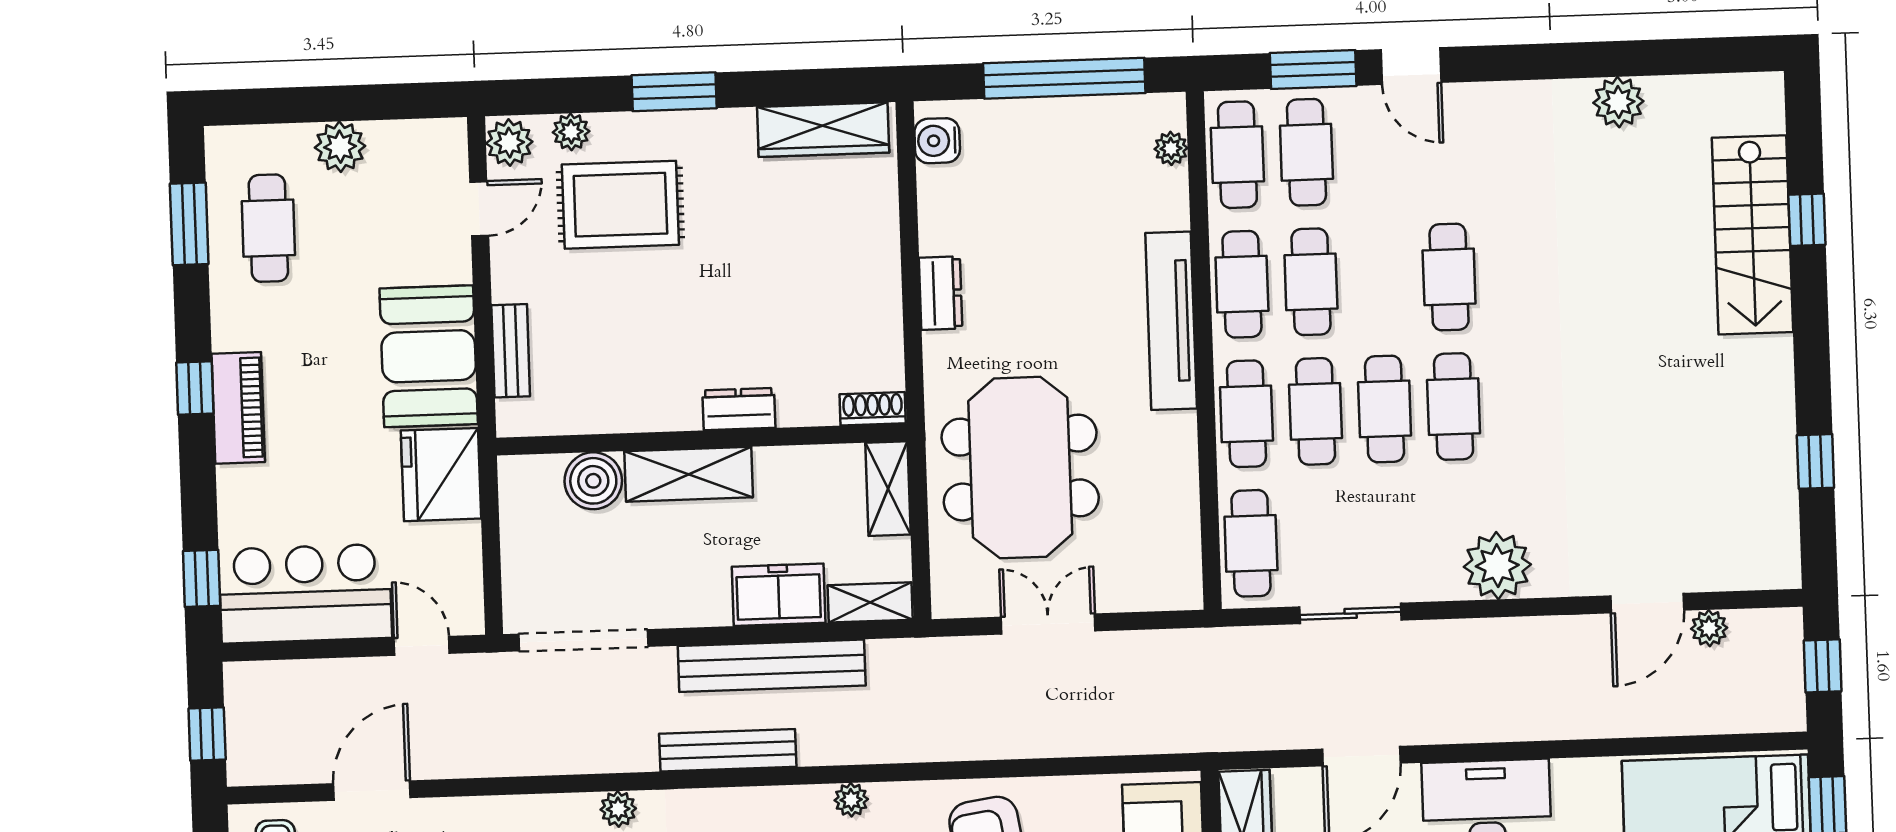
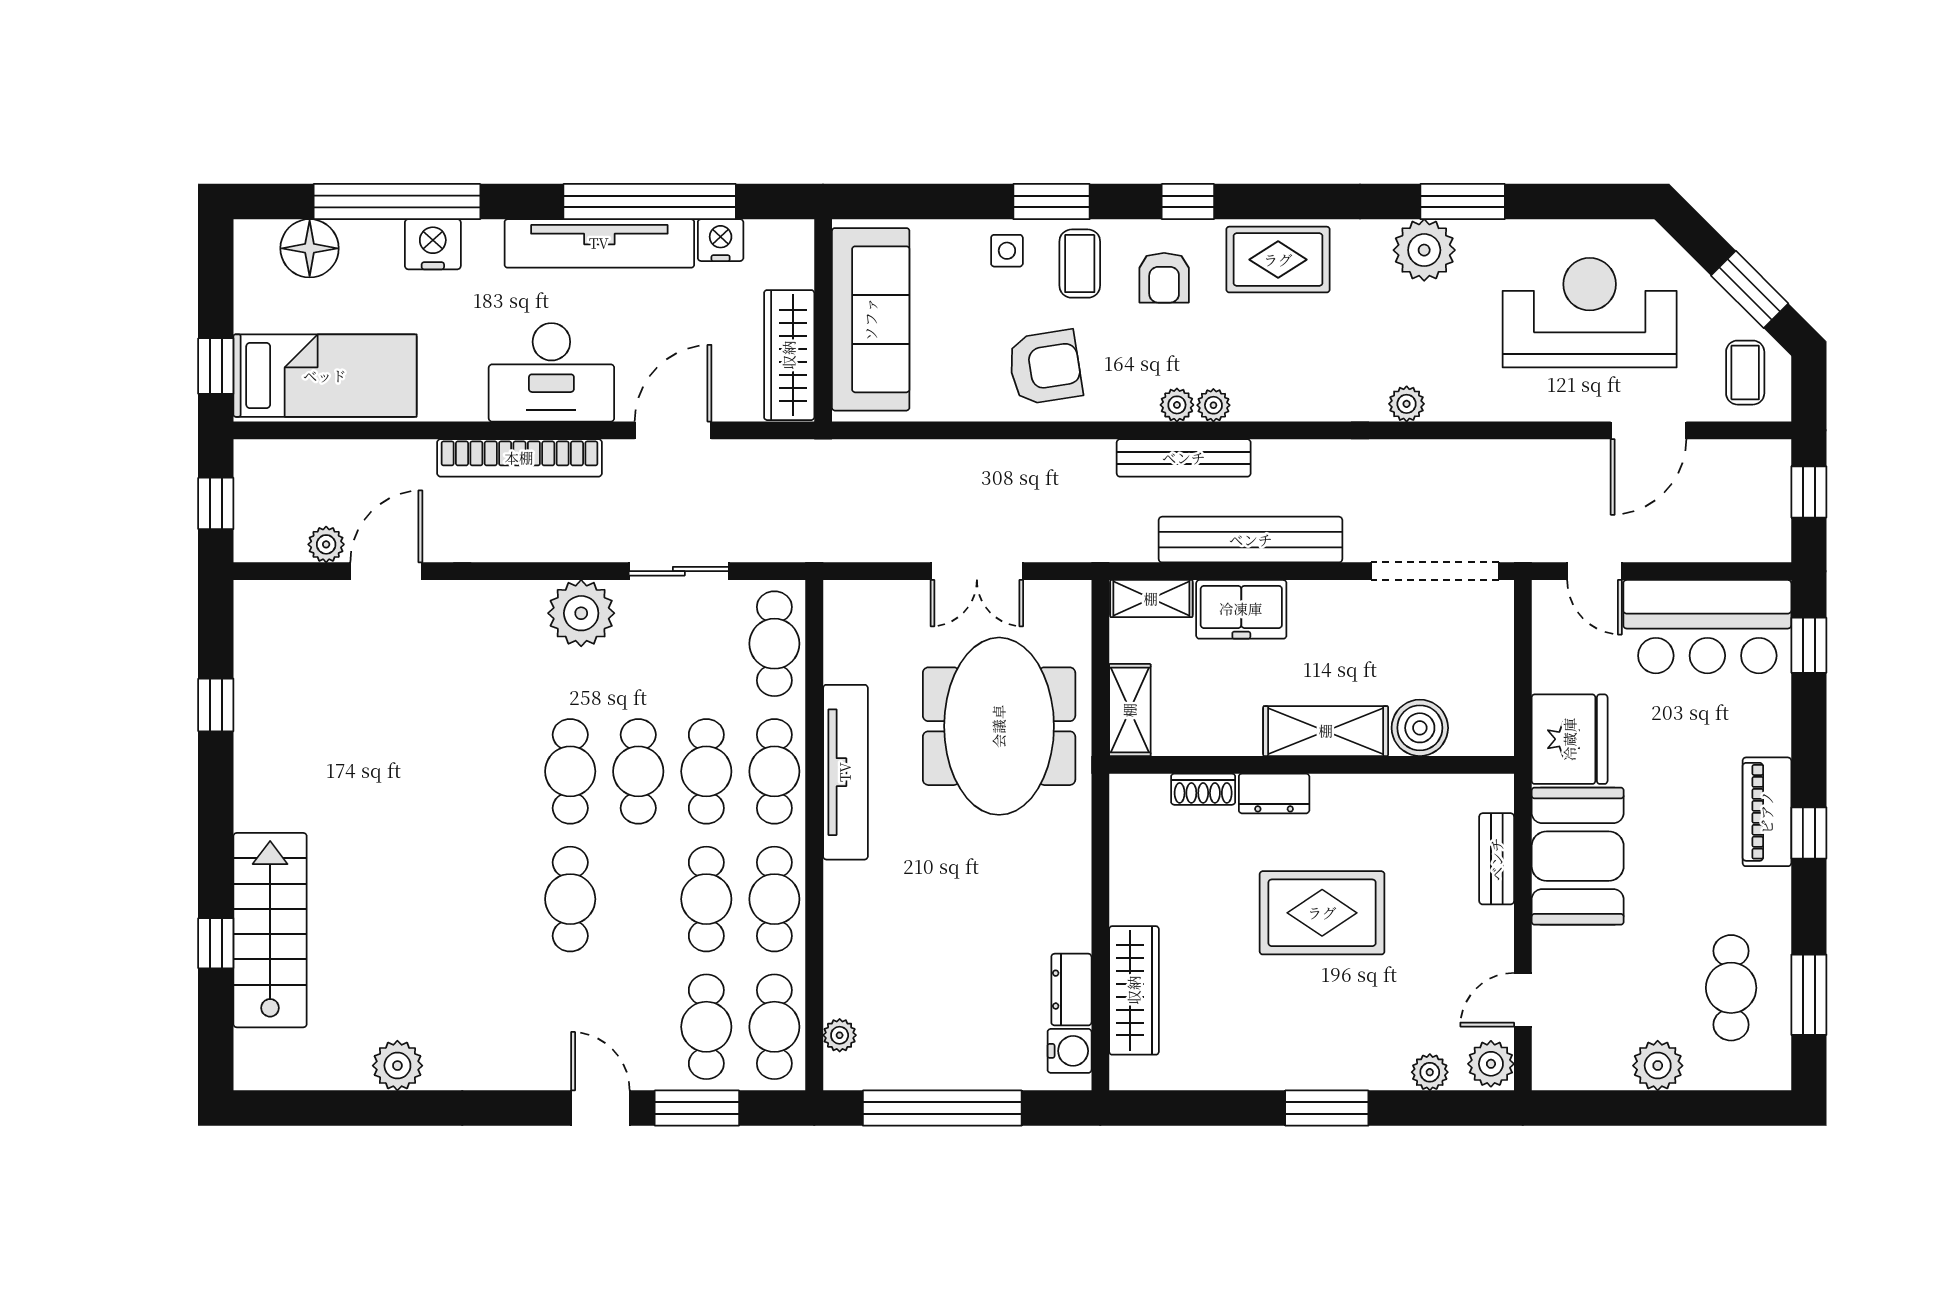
wardrobe: (823, 130) -> (1134, 990), moved, turned 90
rug: (620, 205) -> (1322, 913), moved
dresser: (941, 293) -> (1071, 990), moved
tv unit: (1171, 321) -> (845, 772), moved
shoe rack: (873, 409) -> (1203, 789), moved
plant: (1497, 566) -> (581, 613), moved
bookcase: (1516, 723) -> (519, 458), added
bench: (728, 750) -> (1184, 458), moved
plant: (814, 801) -> (1213, 405), added

